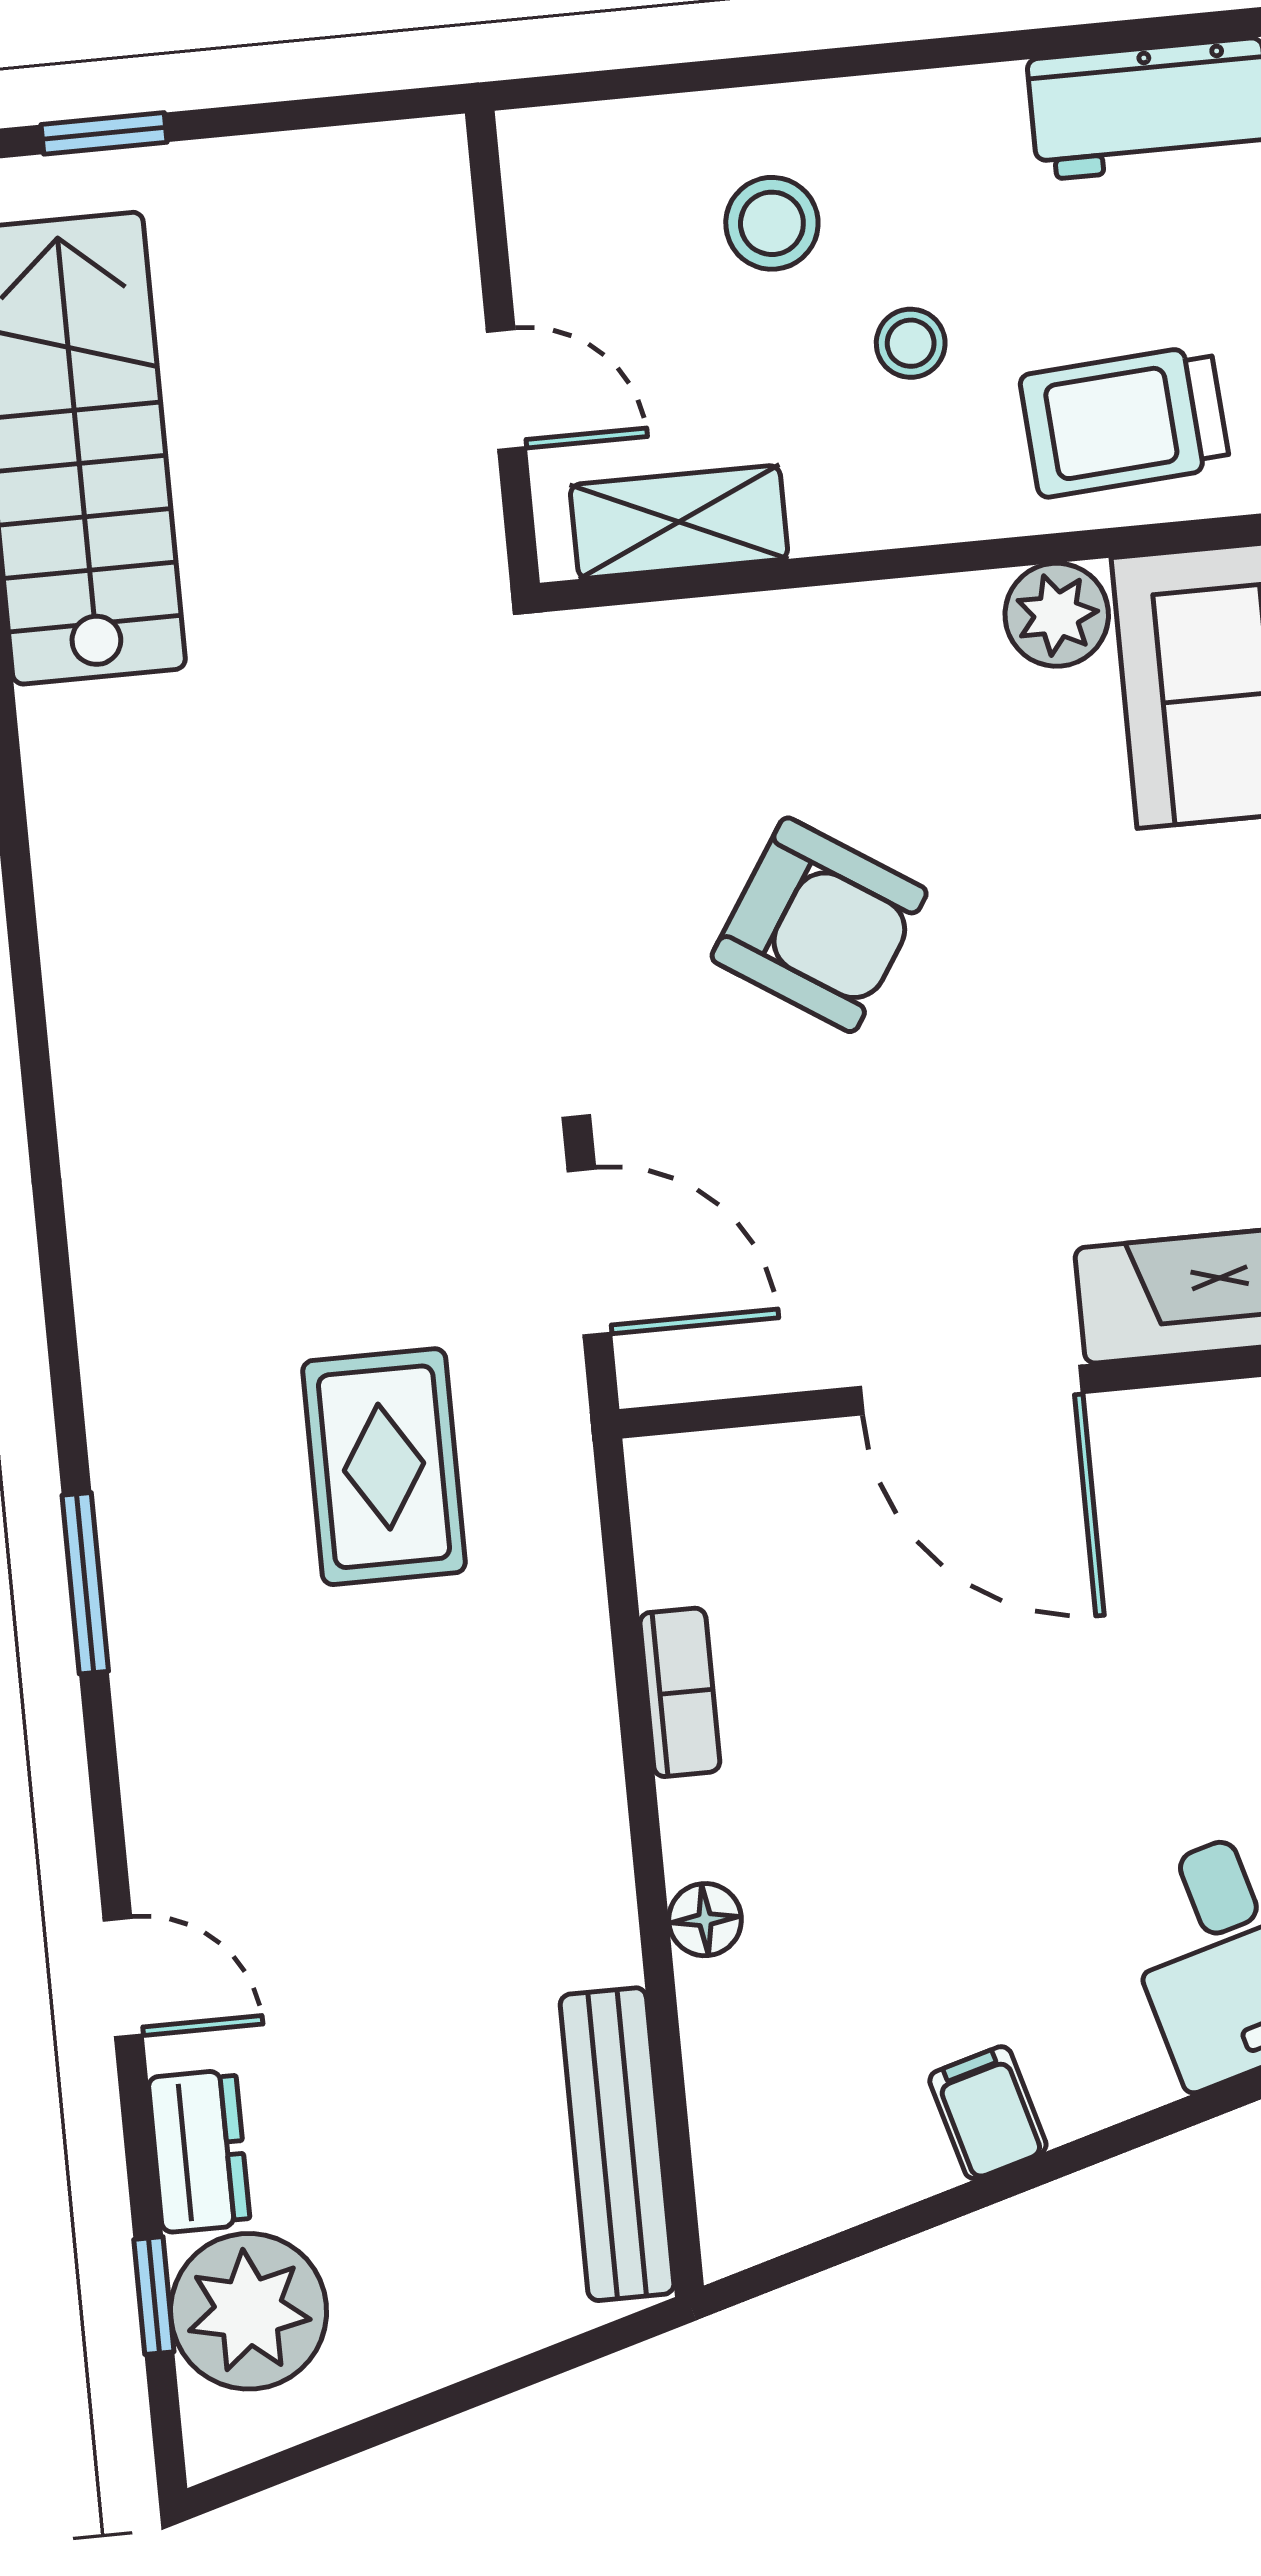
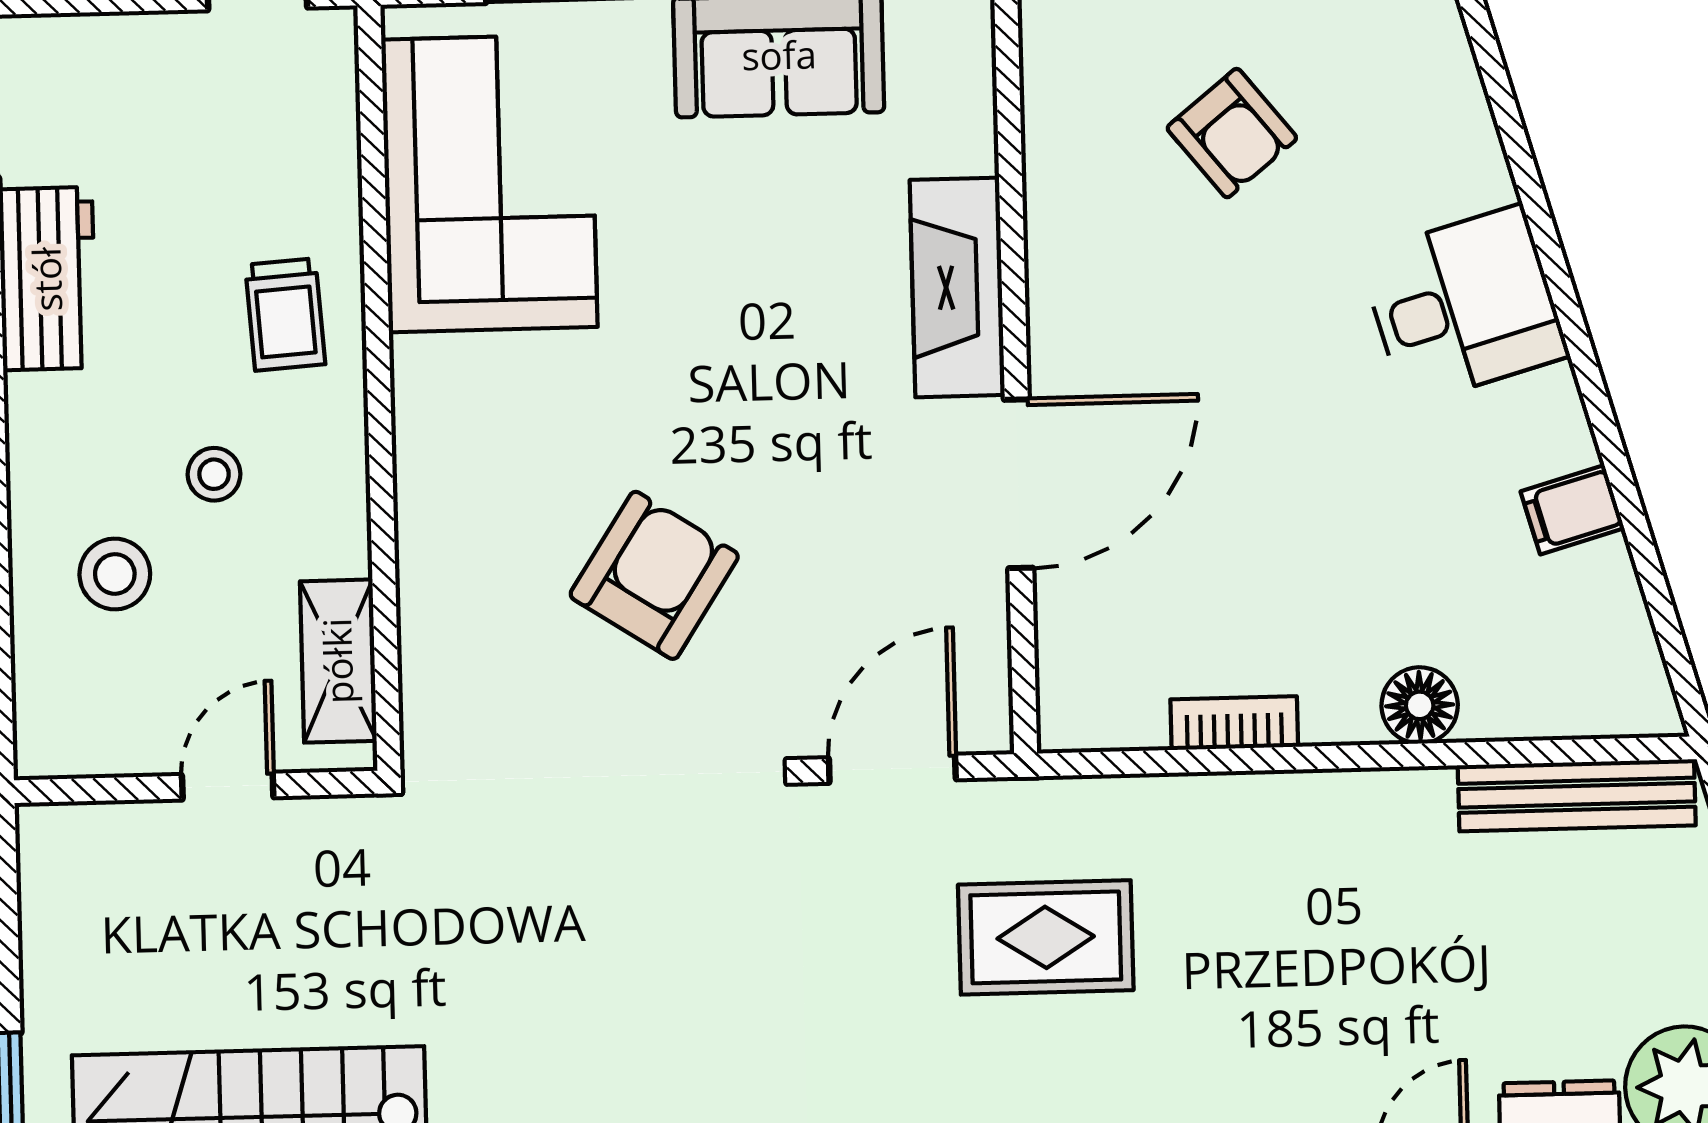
trolley: (1125, 421) -> (285, 315), width x0.73, depth x0.72
plant: (1057, 615) -> (430, 377), removed
floor lamp: (705, 1920) -> (1420, 705), width x1.37, depth x1.37

